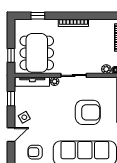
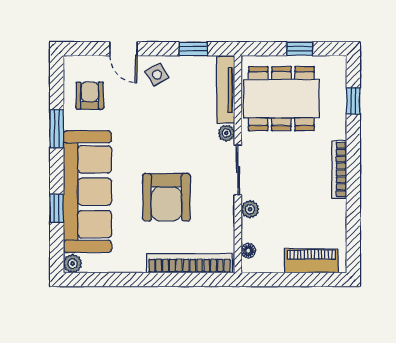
window: (11, 55) -> (300, 49), moved
plant: (106, 69) -> (250, 209), moved

